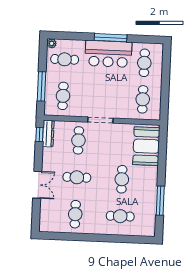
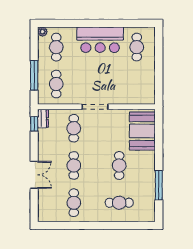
window: (111, 38) -> (102, 23), removed
cafe table: (65, 59) -> (56, 47), turned 90
cafe table: (143, 99) -> (137, 84), removed
dresser: (48, 134) -> (43, 118), width x0.70
cafe table: (77, 177) -> (74, 165), turned 90

